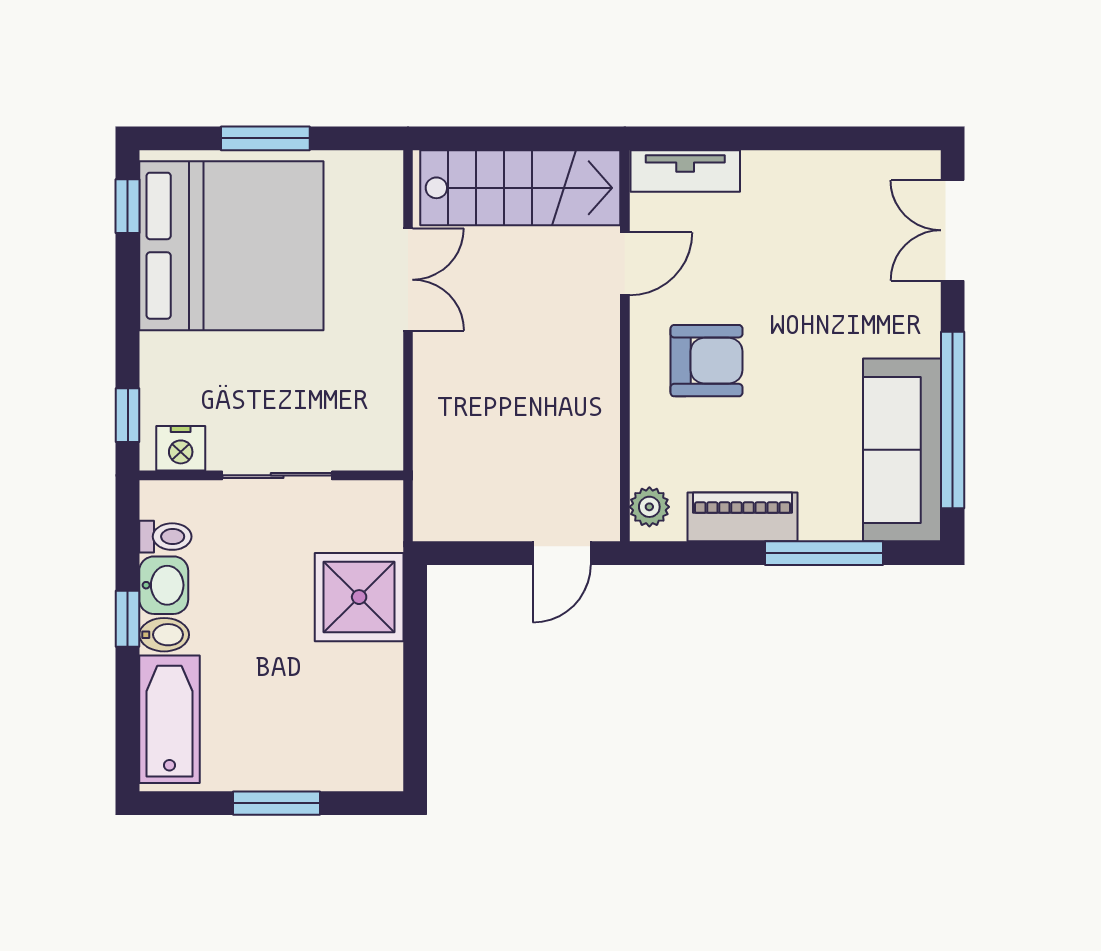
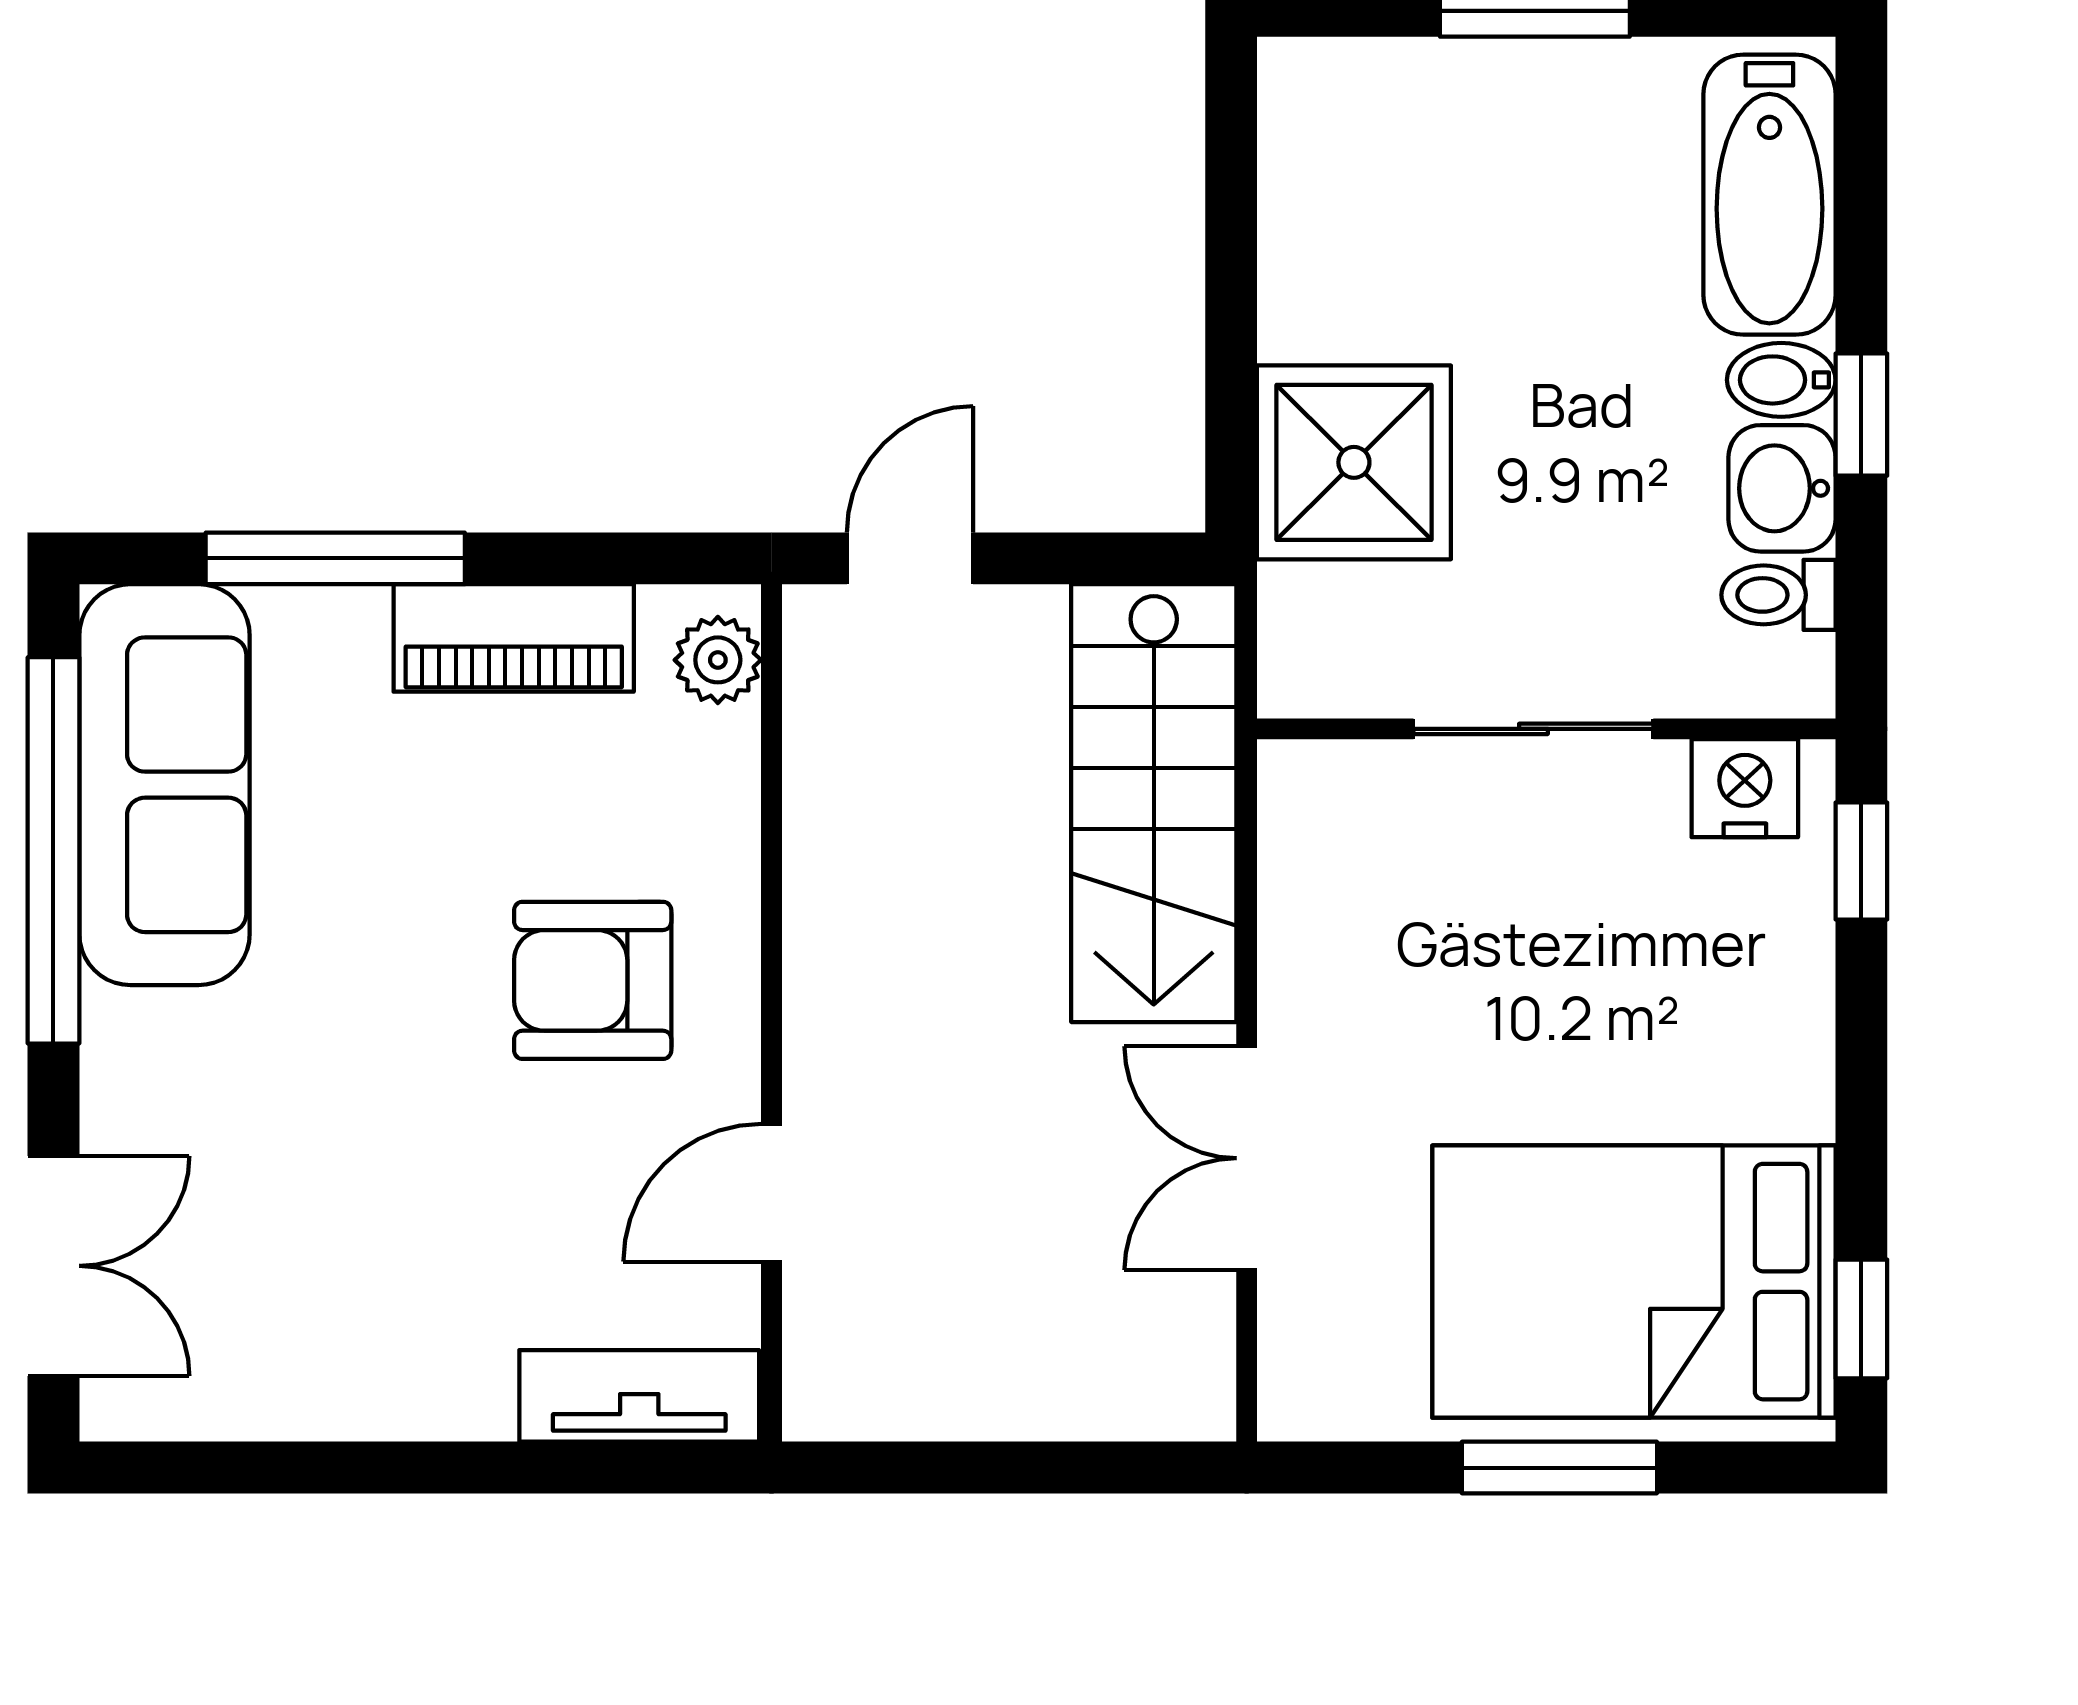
stairs: (520, 188) -> (1154, 803), moved, turned -90
bed: (231, 246) -> (1634, 1282), width x0.73

